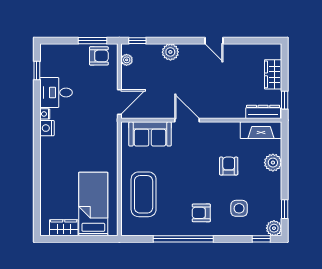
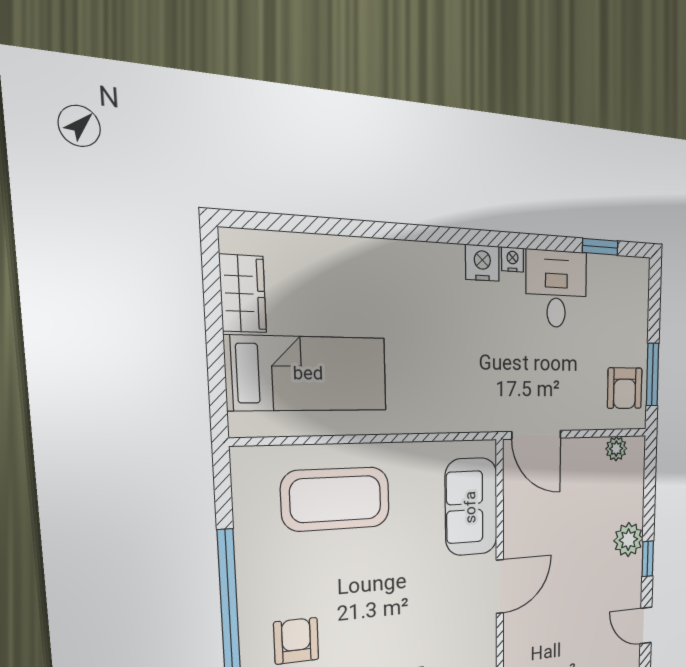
window: (137, 41) -> (648, 559), moved
door: (214, 41) -> (646, 625), hinge flipped

